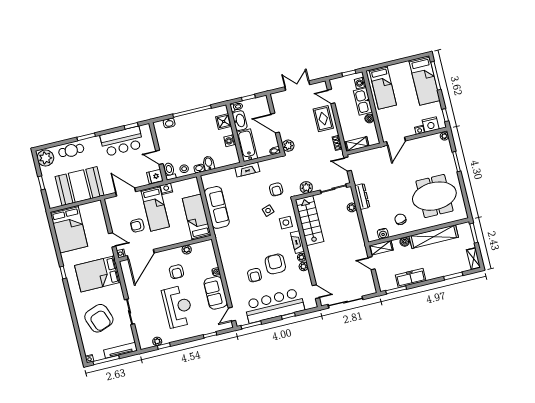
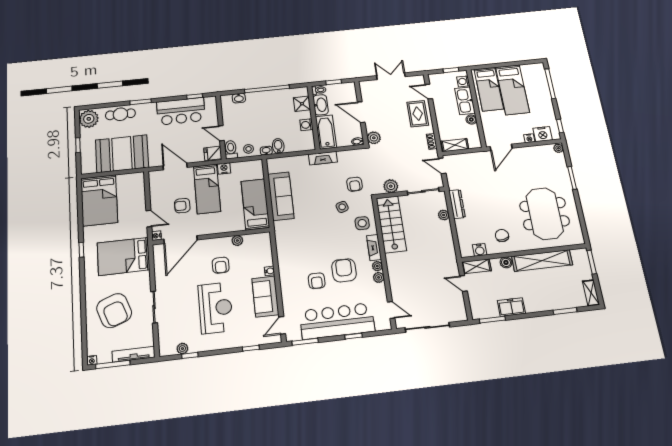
bed: (424, 80) -> (512, 90), moved
meeting table: (434, 196) -> (545, 214), turned 90
freezer: (411, 278) -> (511, 307), width x0.71

